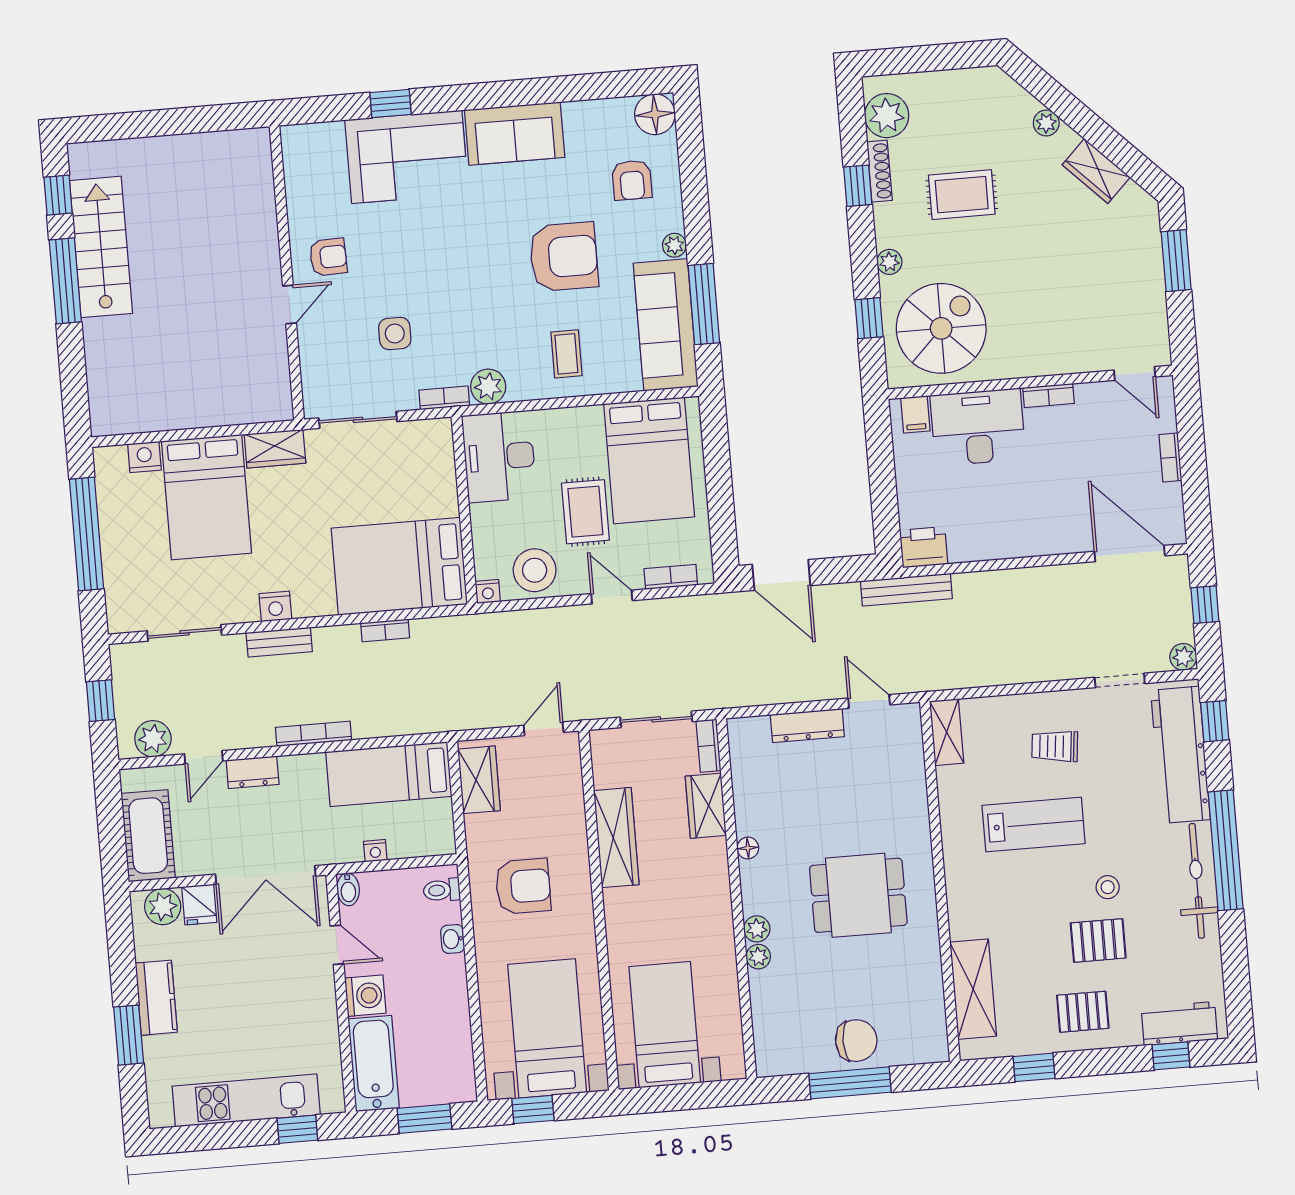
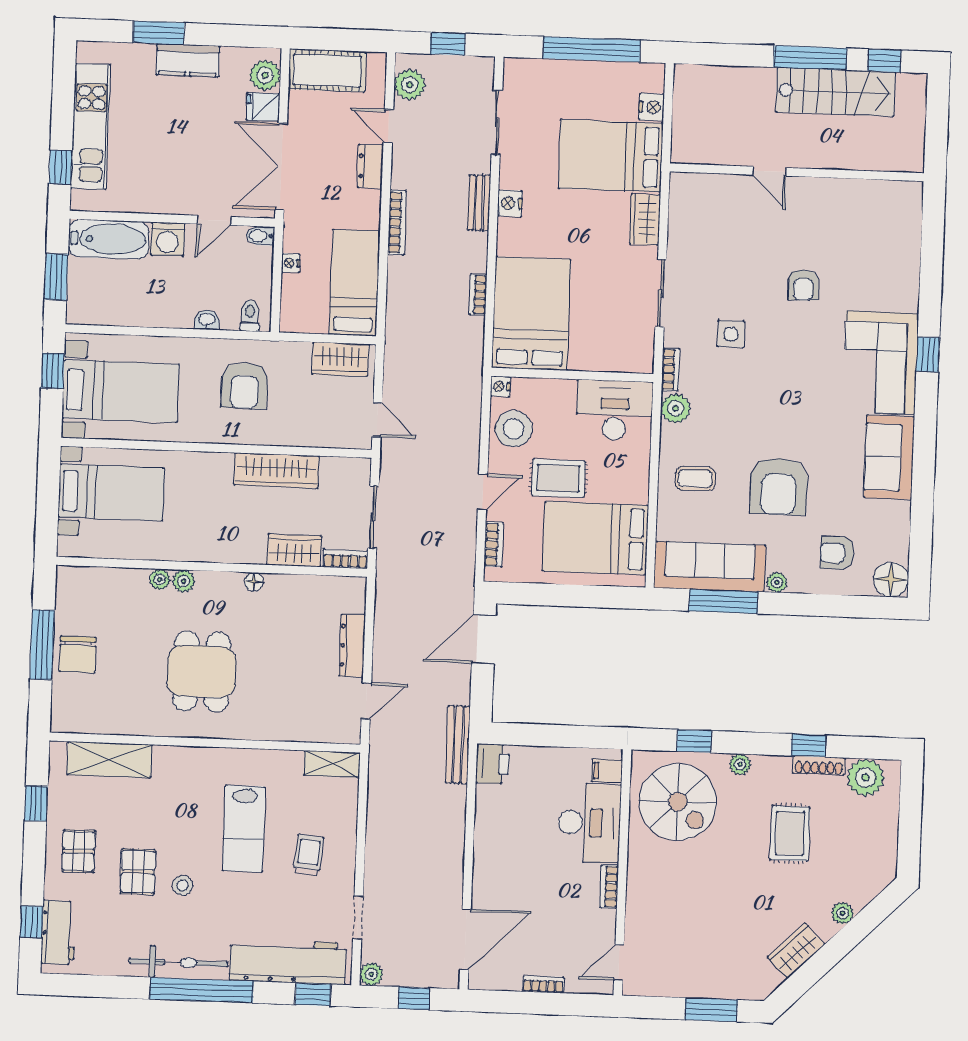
wall: (287, 273) -> (797, 172), moved
door: (289, 305) -> (769, 171), moved

